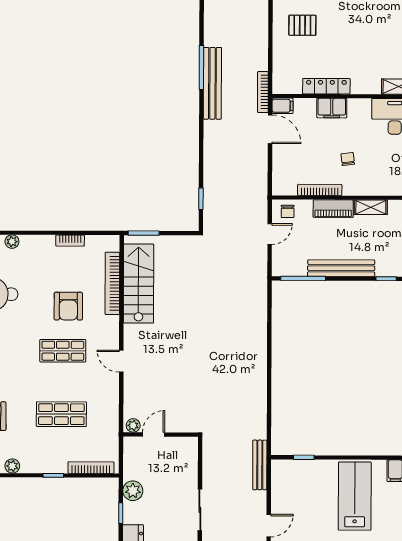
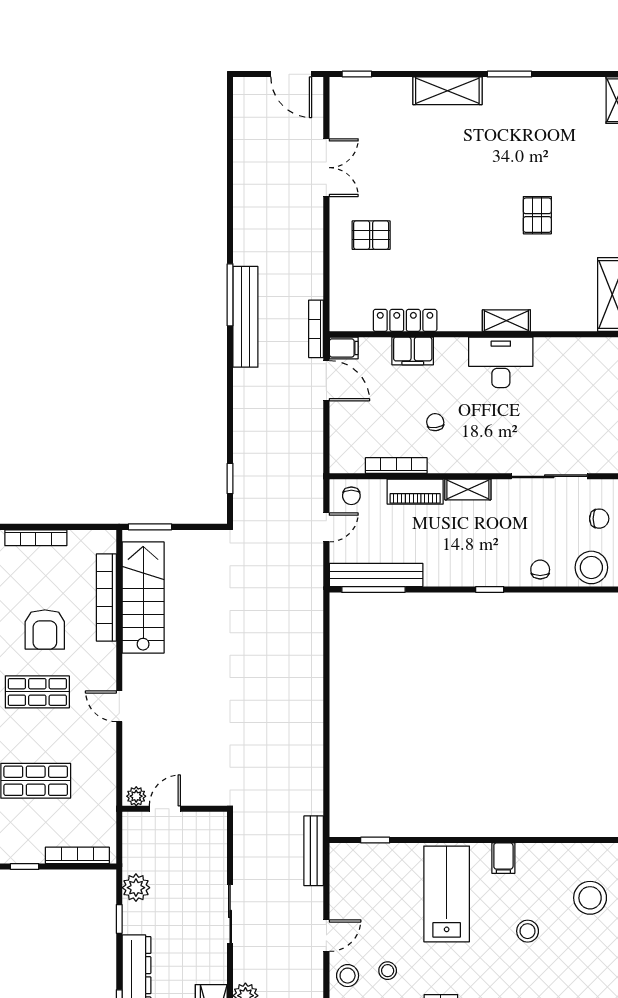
bookcase: (70, 241) -> (36, 538), width x1.56
bench: (341, 268) -> (376, 575), moved

